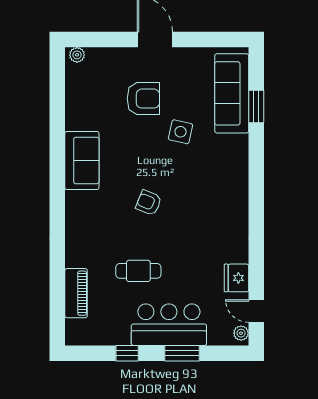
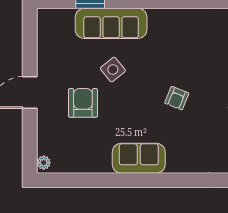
sofa: (232, 93) -> (111, 23), moved
side table: (181, 132) -> (113, 69), turned 38

